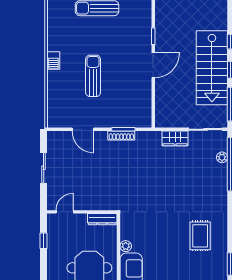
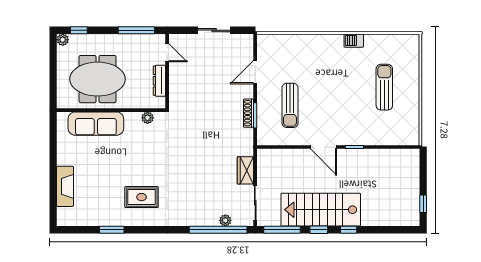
barbecue: (53, 61) -> (354, 41), moved
sun lounger: (93, 76) -> (290, 105), moved, turned 90
dresser: (102, 219) -> (159, 81), moved
window: (44, 241) -> (136, 30), width x2.17
plant: (126, 246) -> (148, 118), moved

